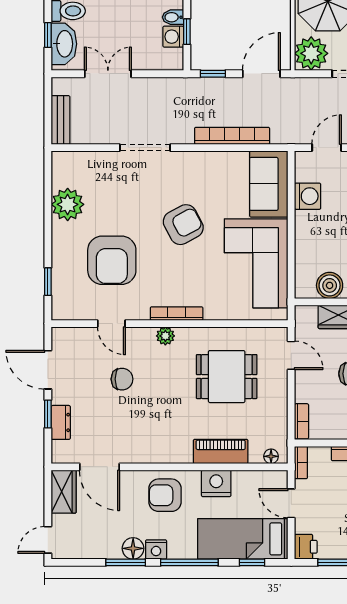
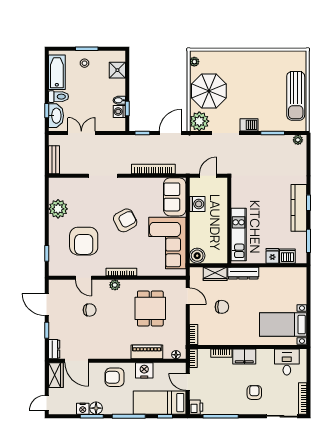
boiler: (330, 285) -> (197, 256), moved
dining table: (227, 377) -> (150, 308), turned 90
dresser: (61, 422) -> (54, 349), moved
nightstand: (156, 550) -> (83, 409), moved

